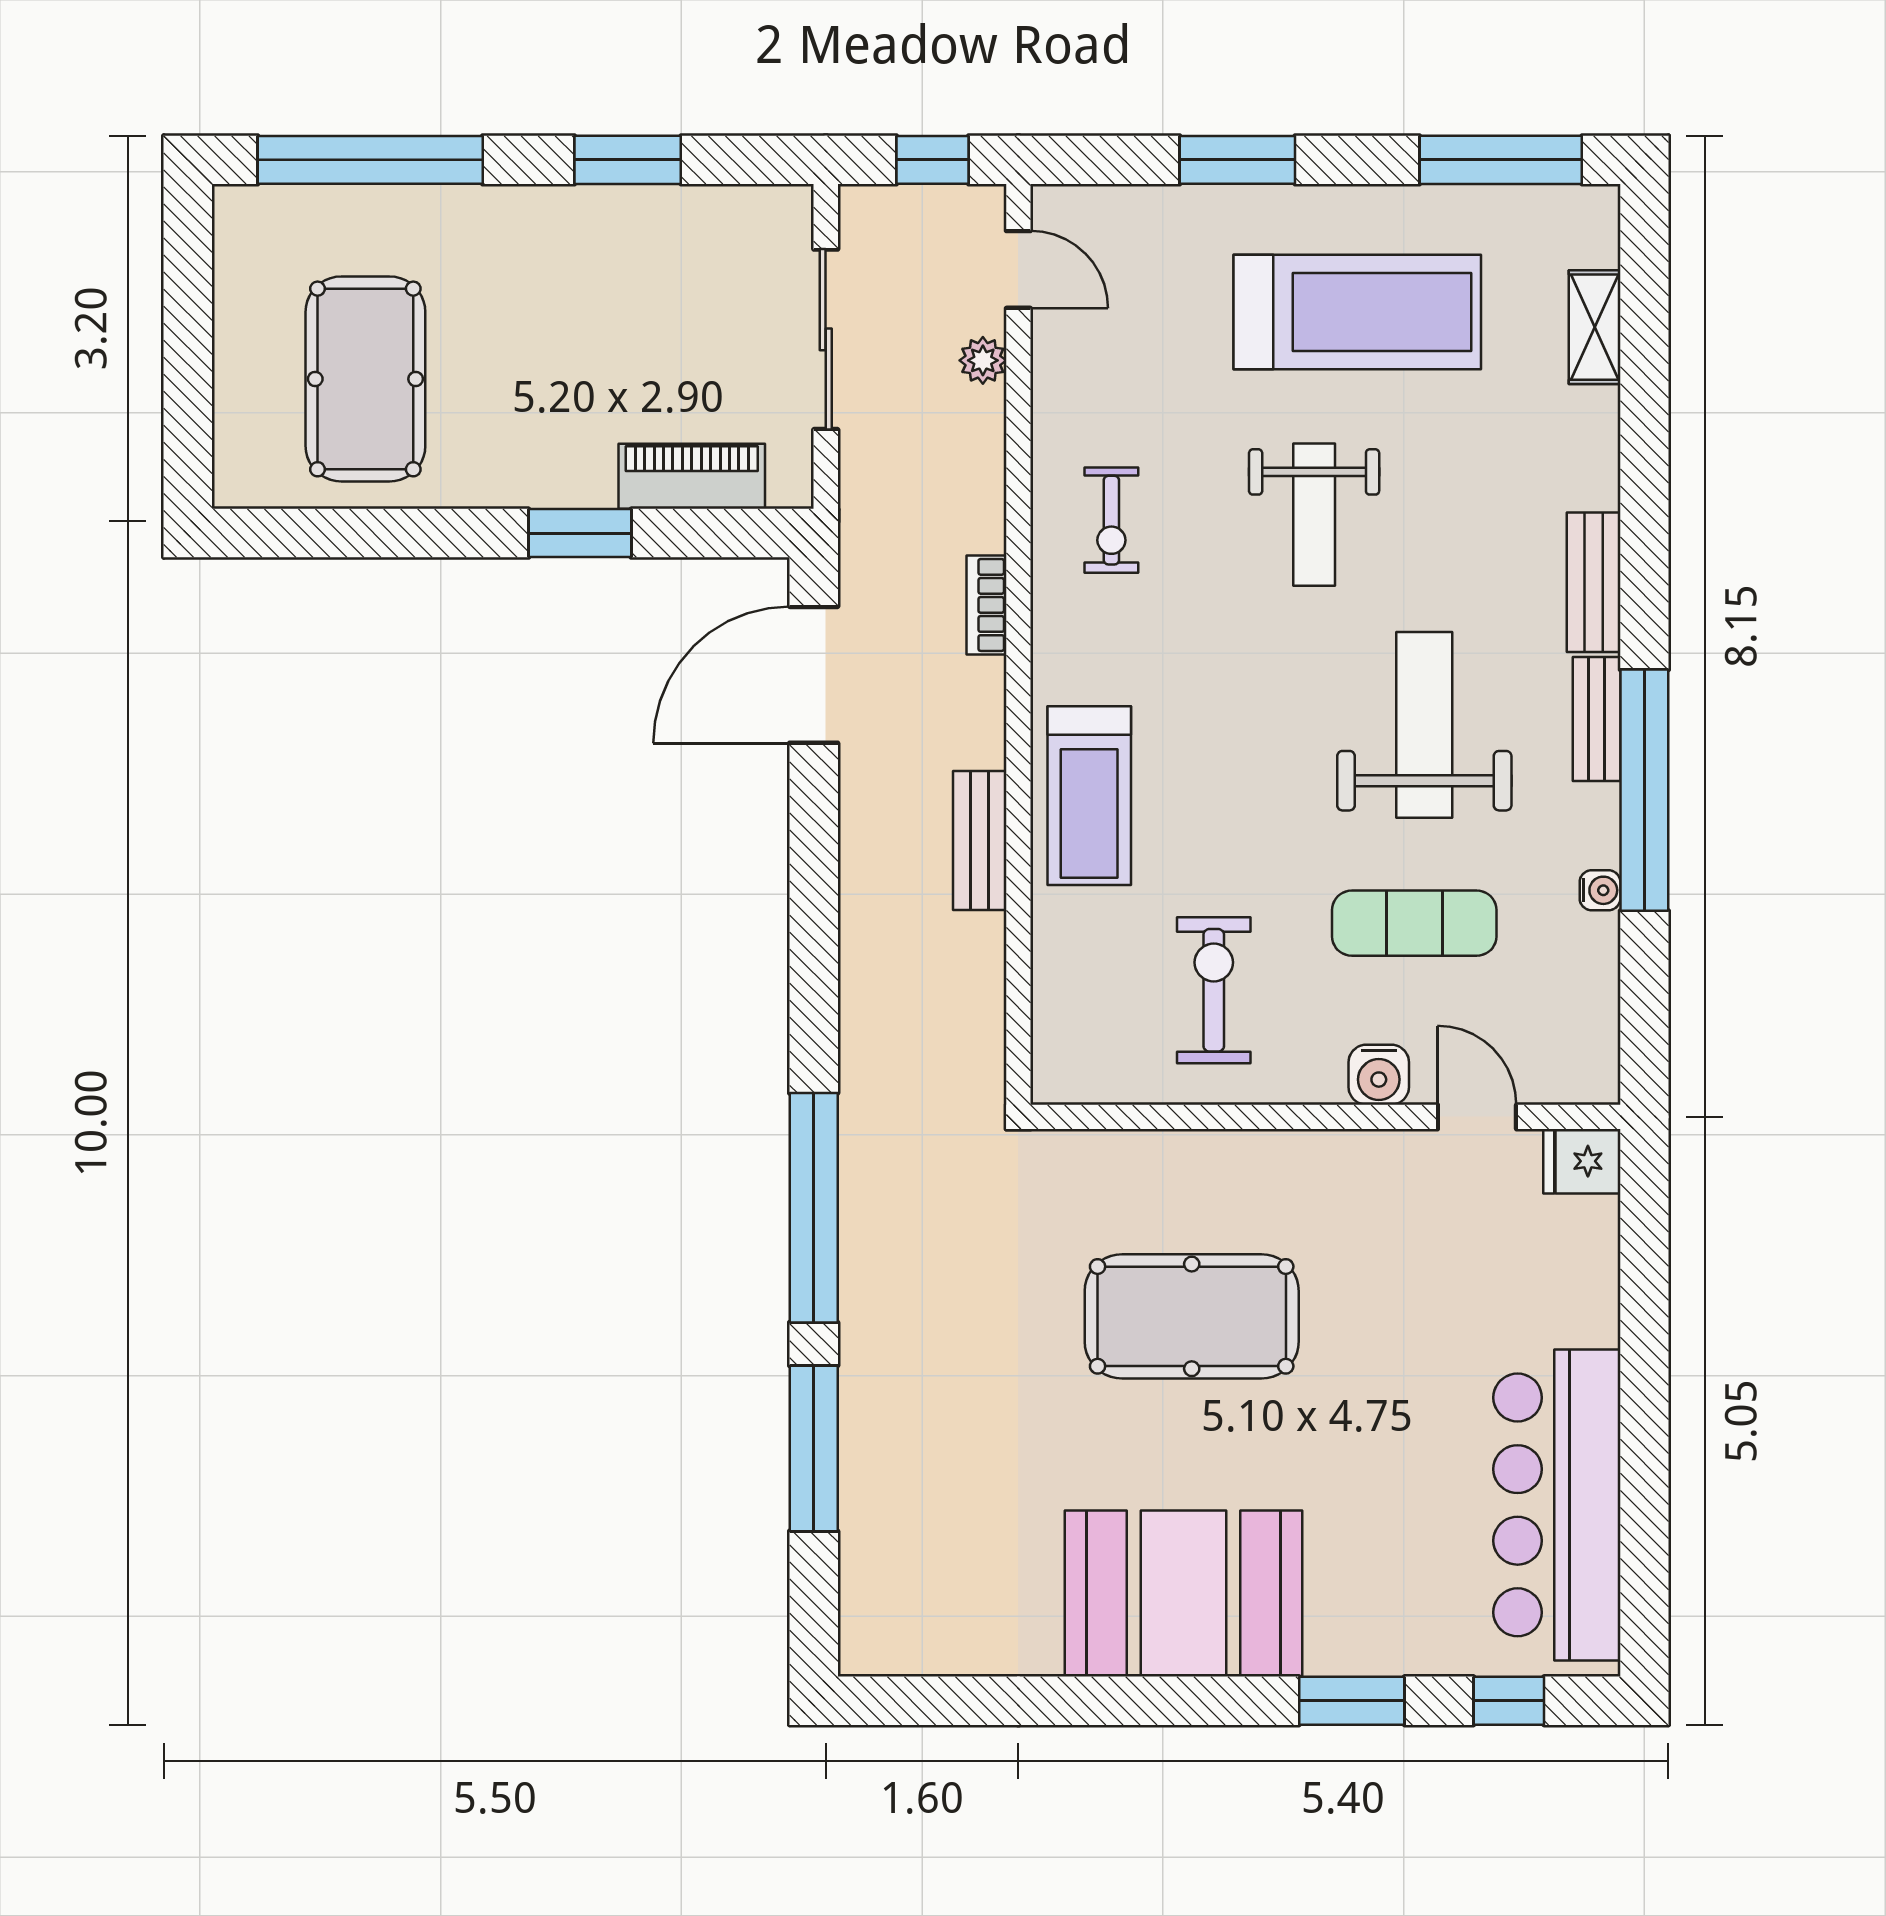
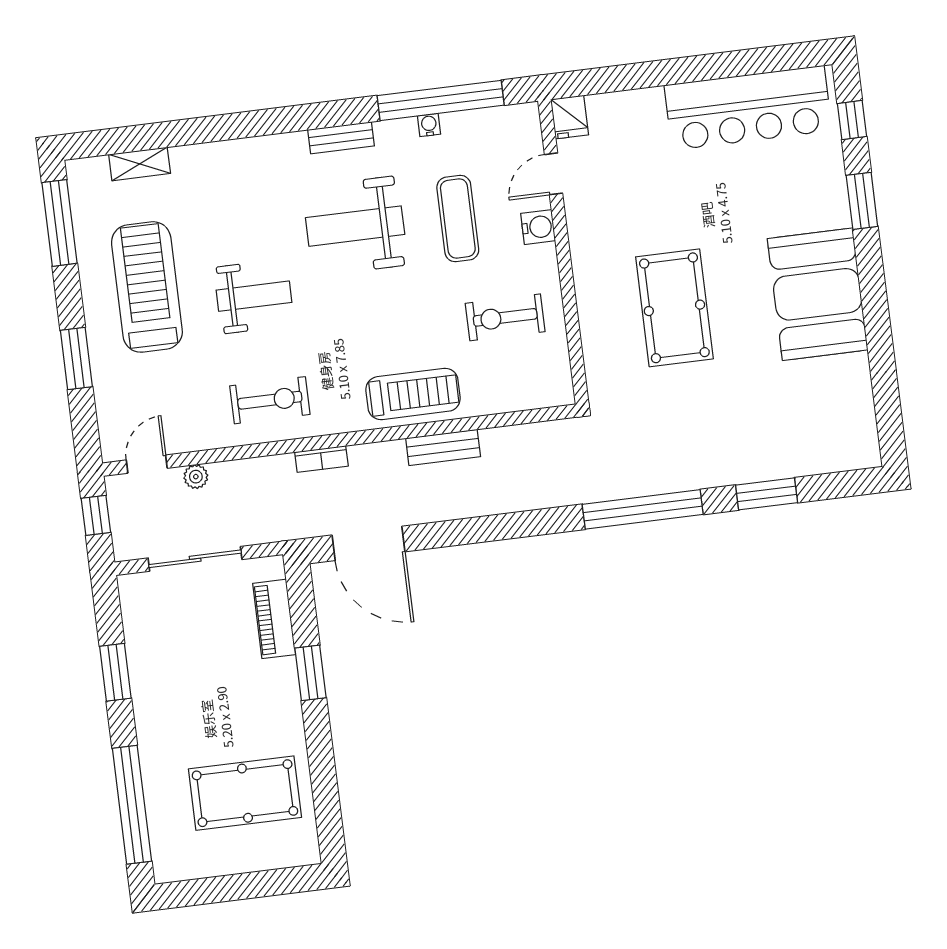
exercise bike: (1111, 520) -> (270, 400), width x1.38, depth x1.39
bench: (1594, 582) -> (271, 148), removed
window: (1644, 790) -> (441, 100), moved
window: (814, 1448) -> (767, 494), width x0.69

